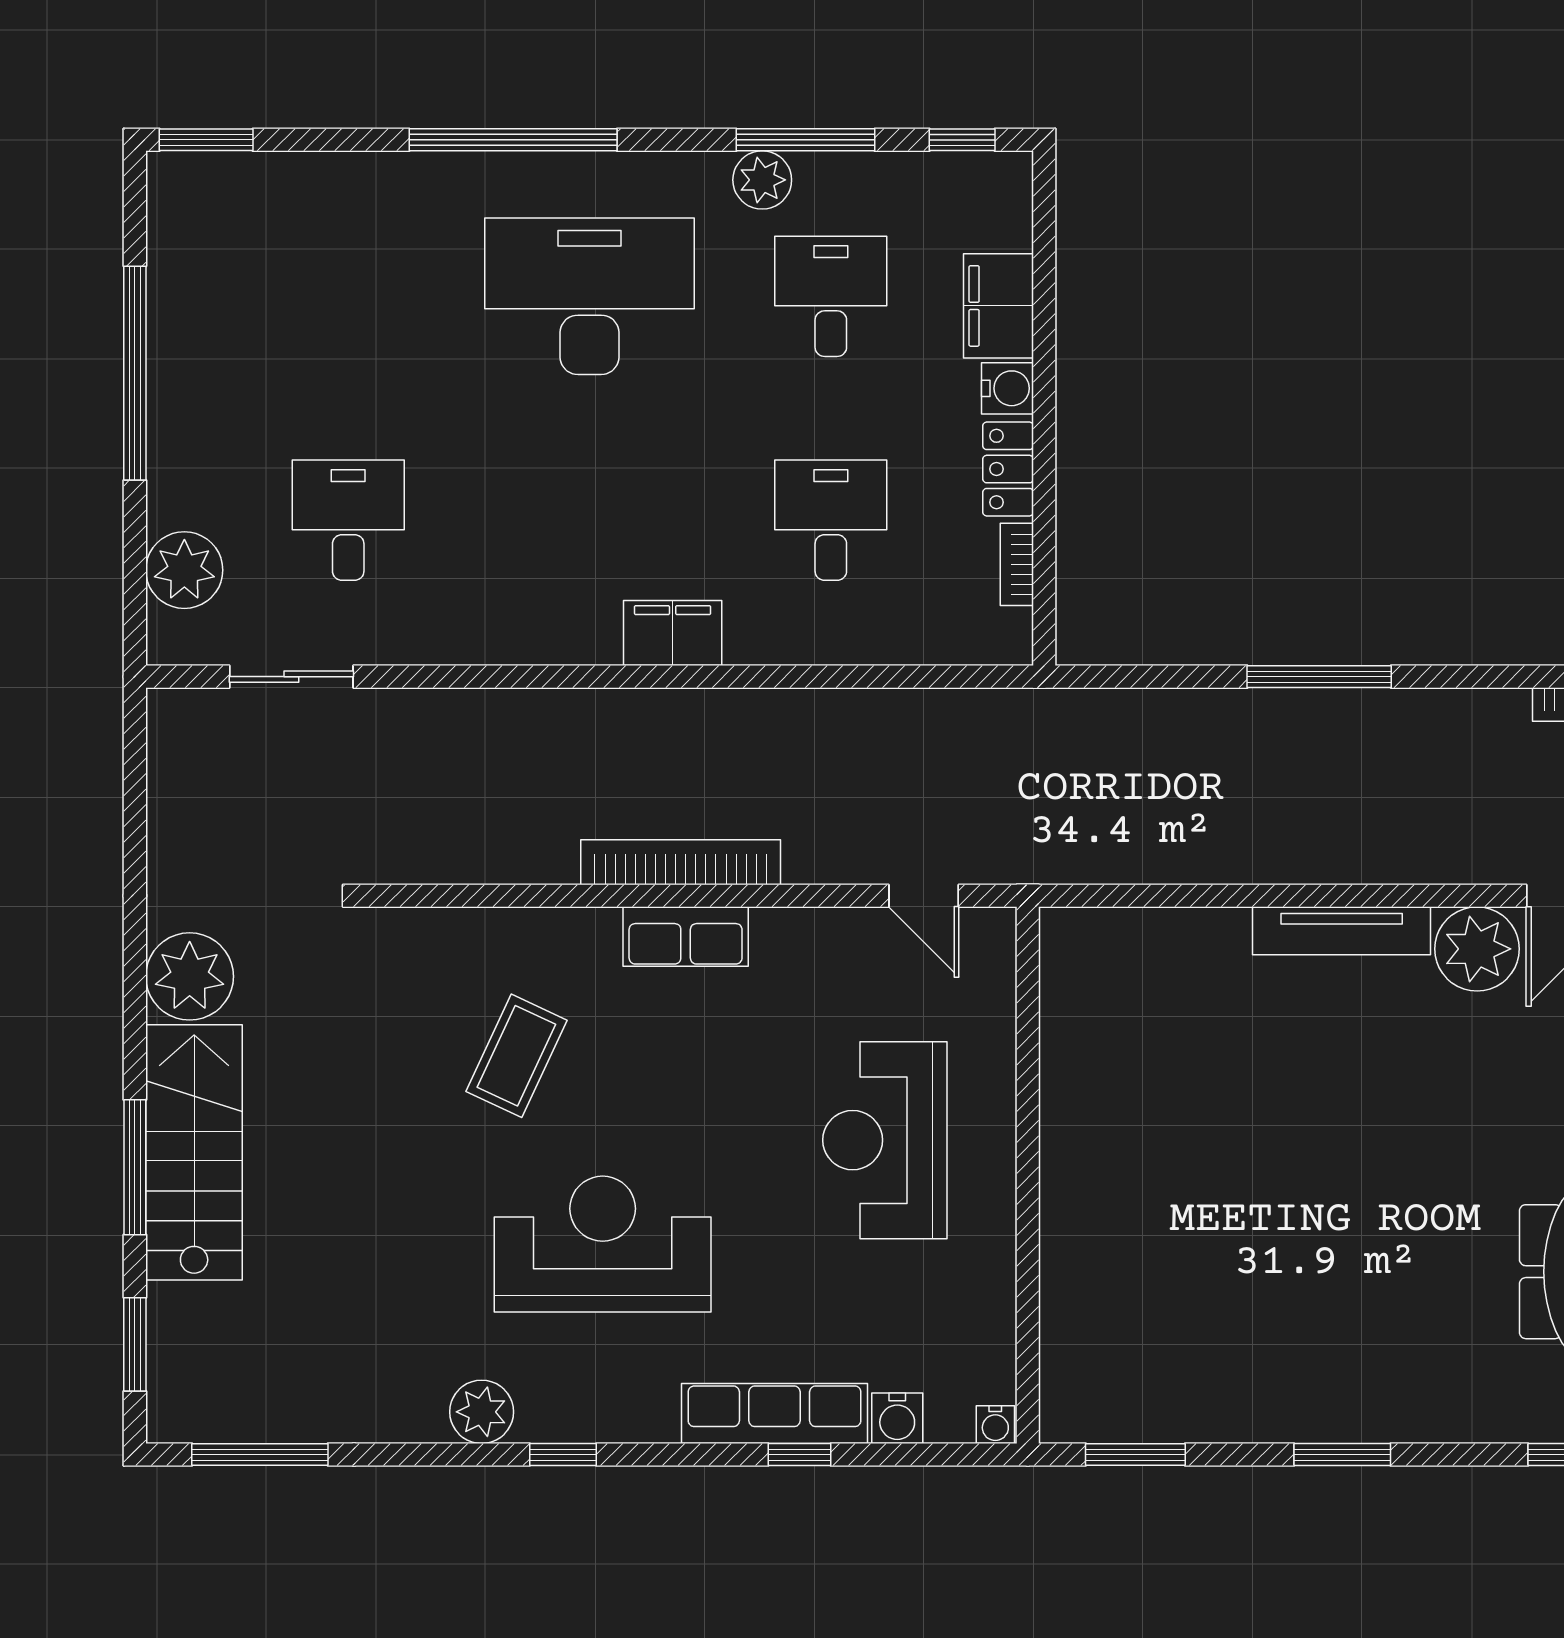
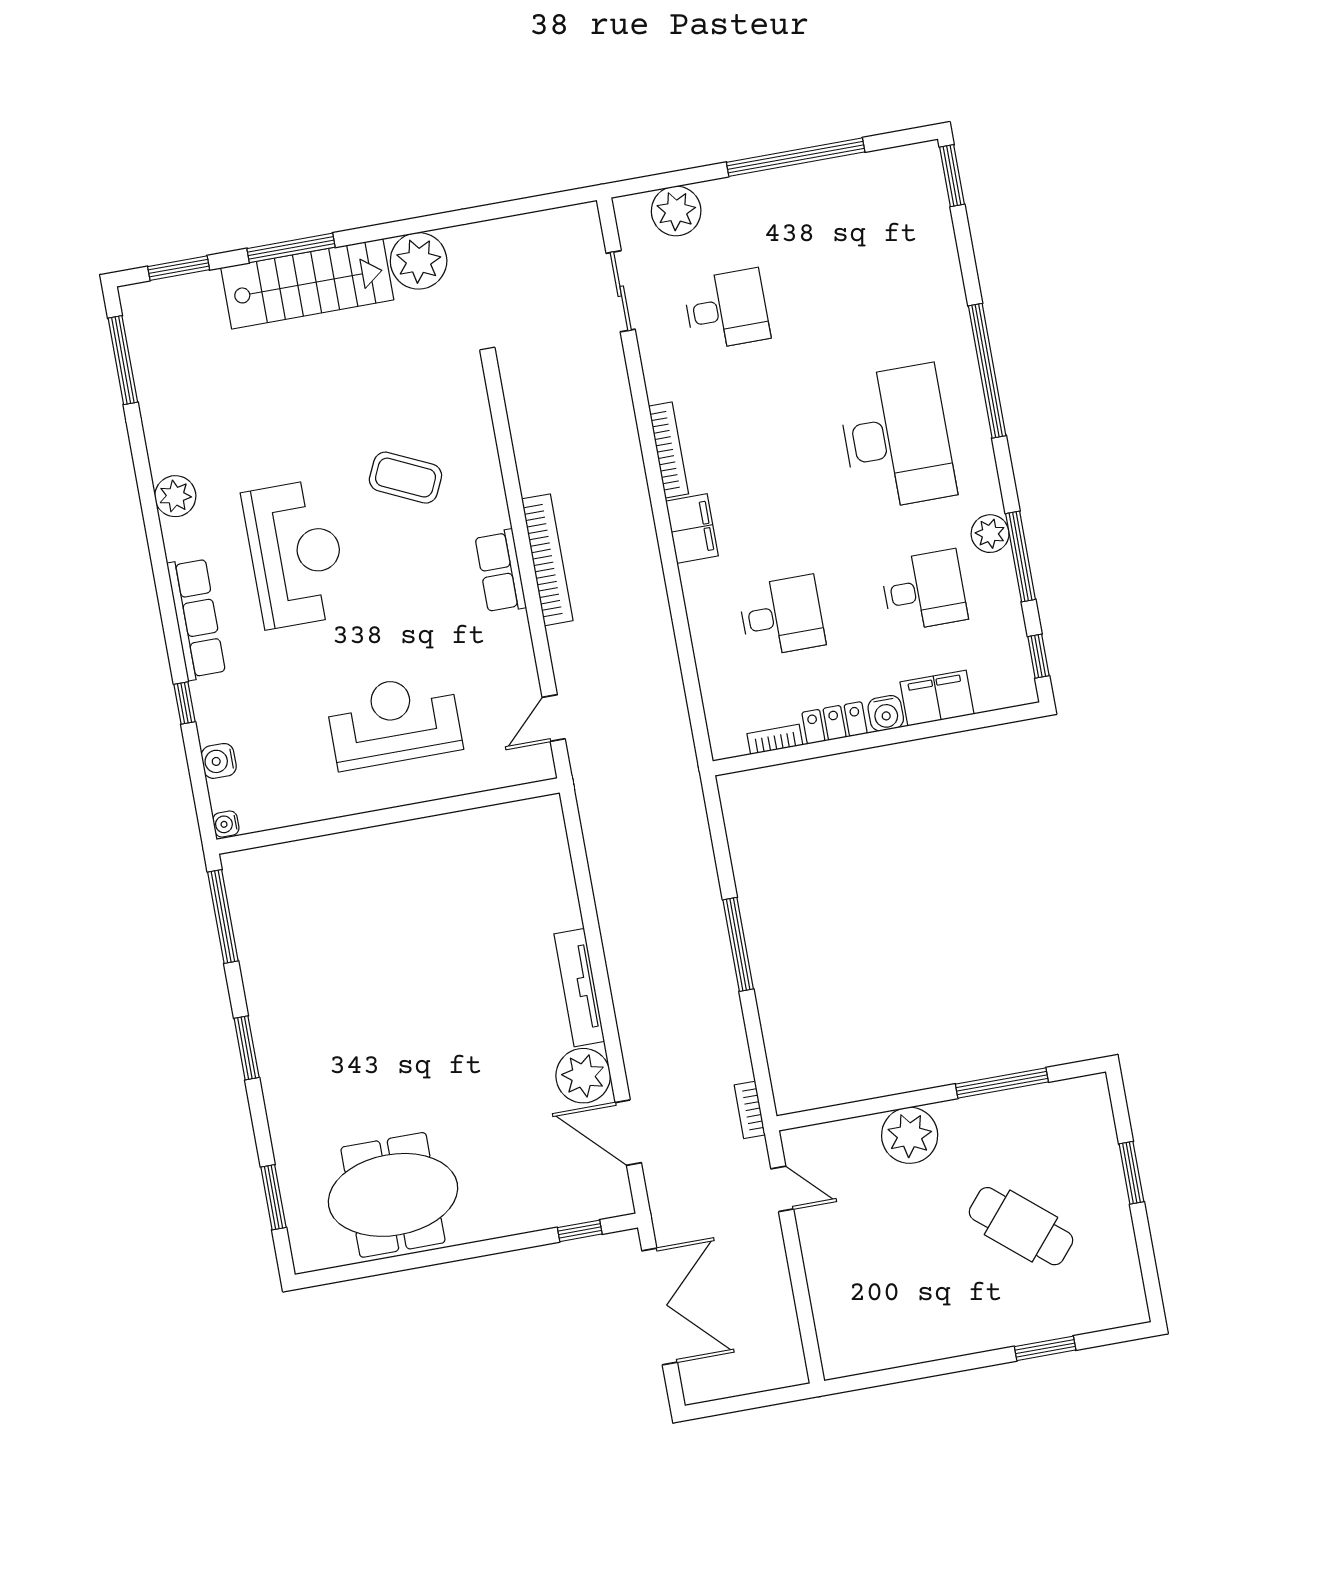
bookcase: (547, 647) -> (669, 450), added
row of seats: (775, 1414) -> (196, 619), moved
window: (563, 1455) -> (157, 553), removed
window: (1135, 1455) -> (223, 916), width x1.44

